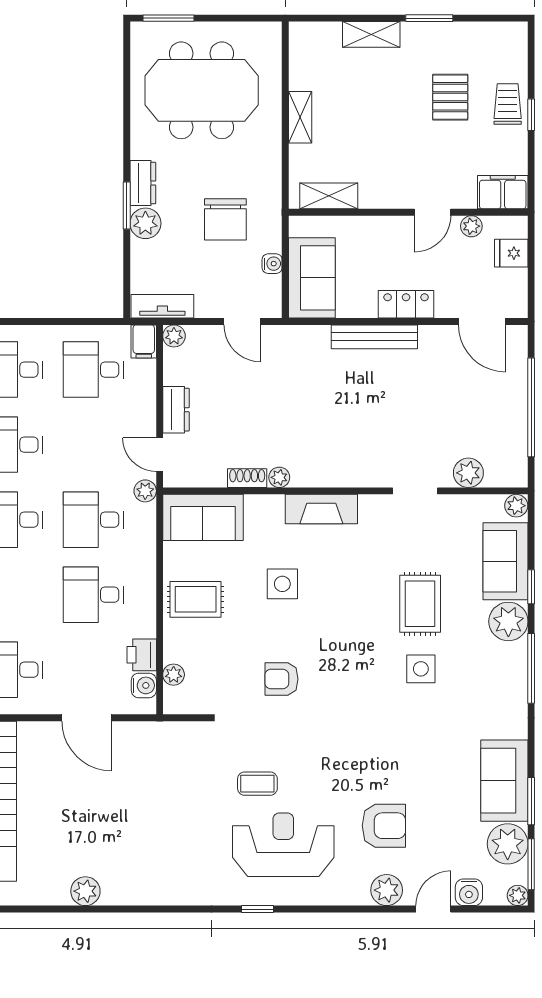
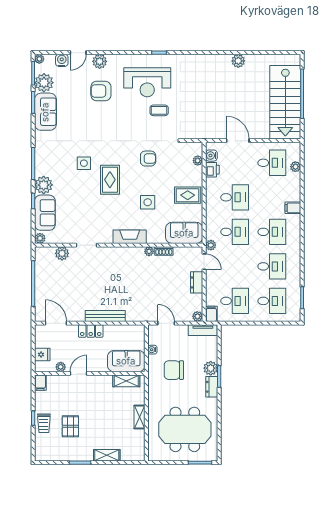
filing cabinet: (503, 192) -> (40, 383), width x0.50
chair: (225, 219) -> (174, 370), turned -90
sofa: (312, 278) -> (126, 361), moved, turned 90
rug: (420, 604) -> (110, 180), moved

